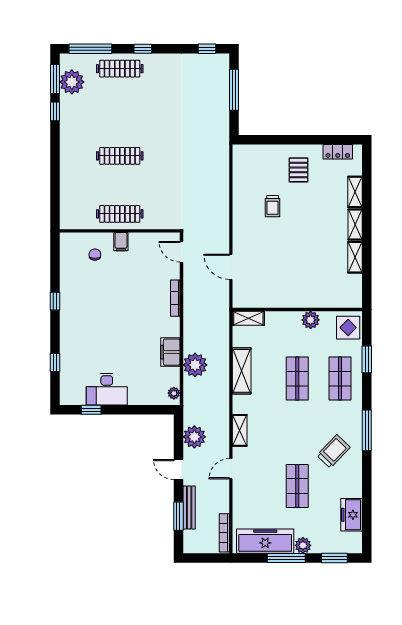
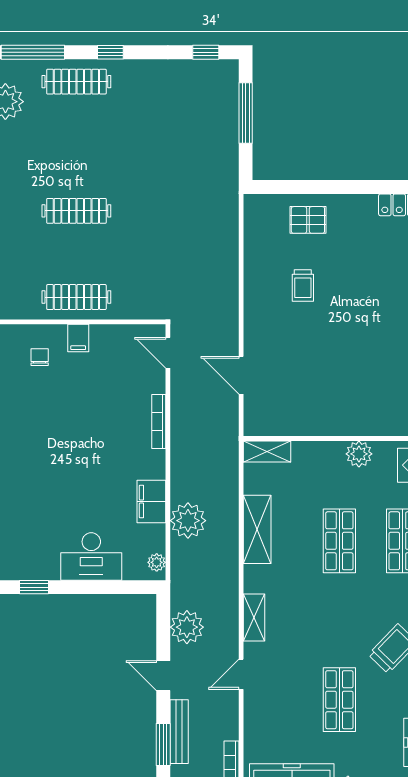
pallet: (299, 170) -> (308, 220), moved, turned 90
desk: (107, 389) -> (91, 556), moved

